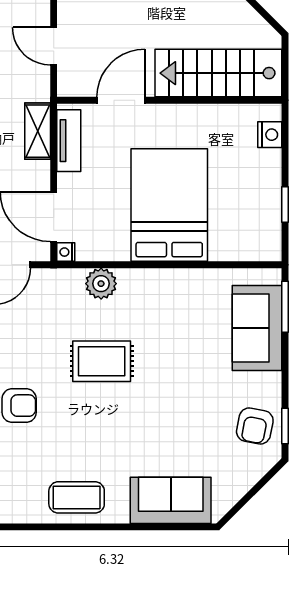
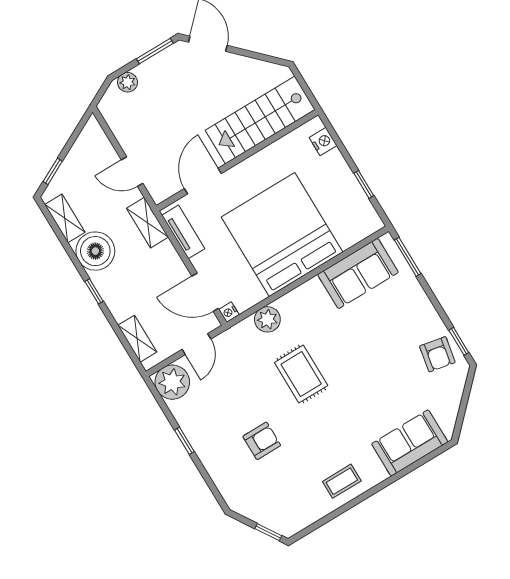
shelving: (38, 131) -> (147, 223), moved
bed: (169, 205) -> (282, 235), width x1.36
sofa: (257, 328) -> (358, 273), moved, turned -90
rug: (102, 361) -> (301, 374), turned 90
coffee table: (77, 497) -> (342, 481), width x0.73, depth x0.77

